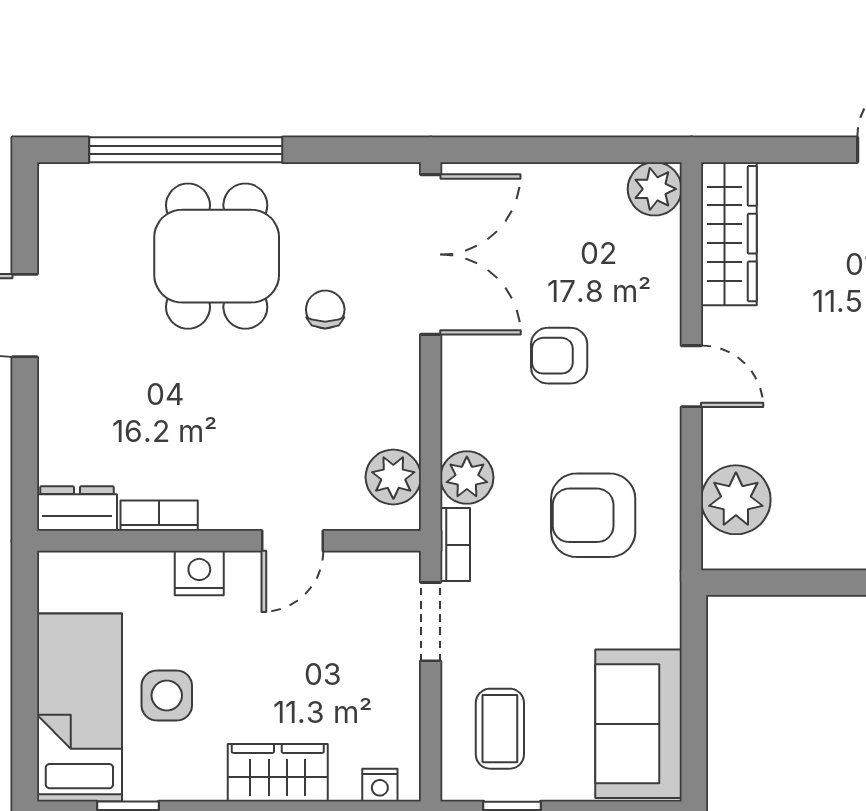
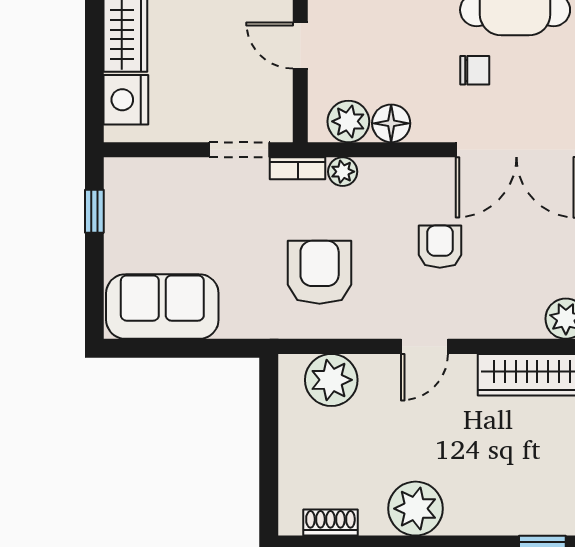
floor lamp: (396, 420) -> (391, 123), added
plant: (467, 477) -> (343, 172), width x0.73, depth x0.73
coffee table: (500, 729) -> (159, 202), removed
nightstand: (380, 785) -> (126, 100), width x1.89, depth x1.79

